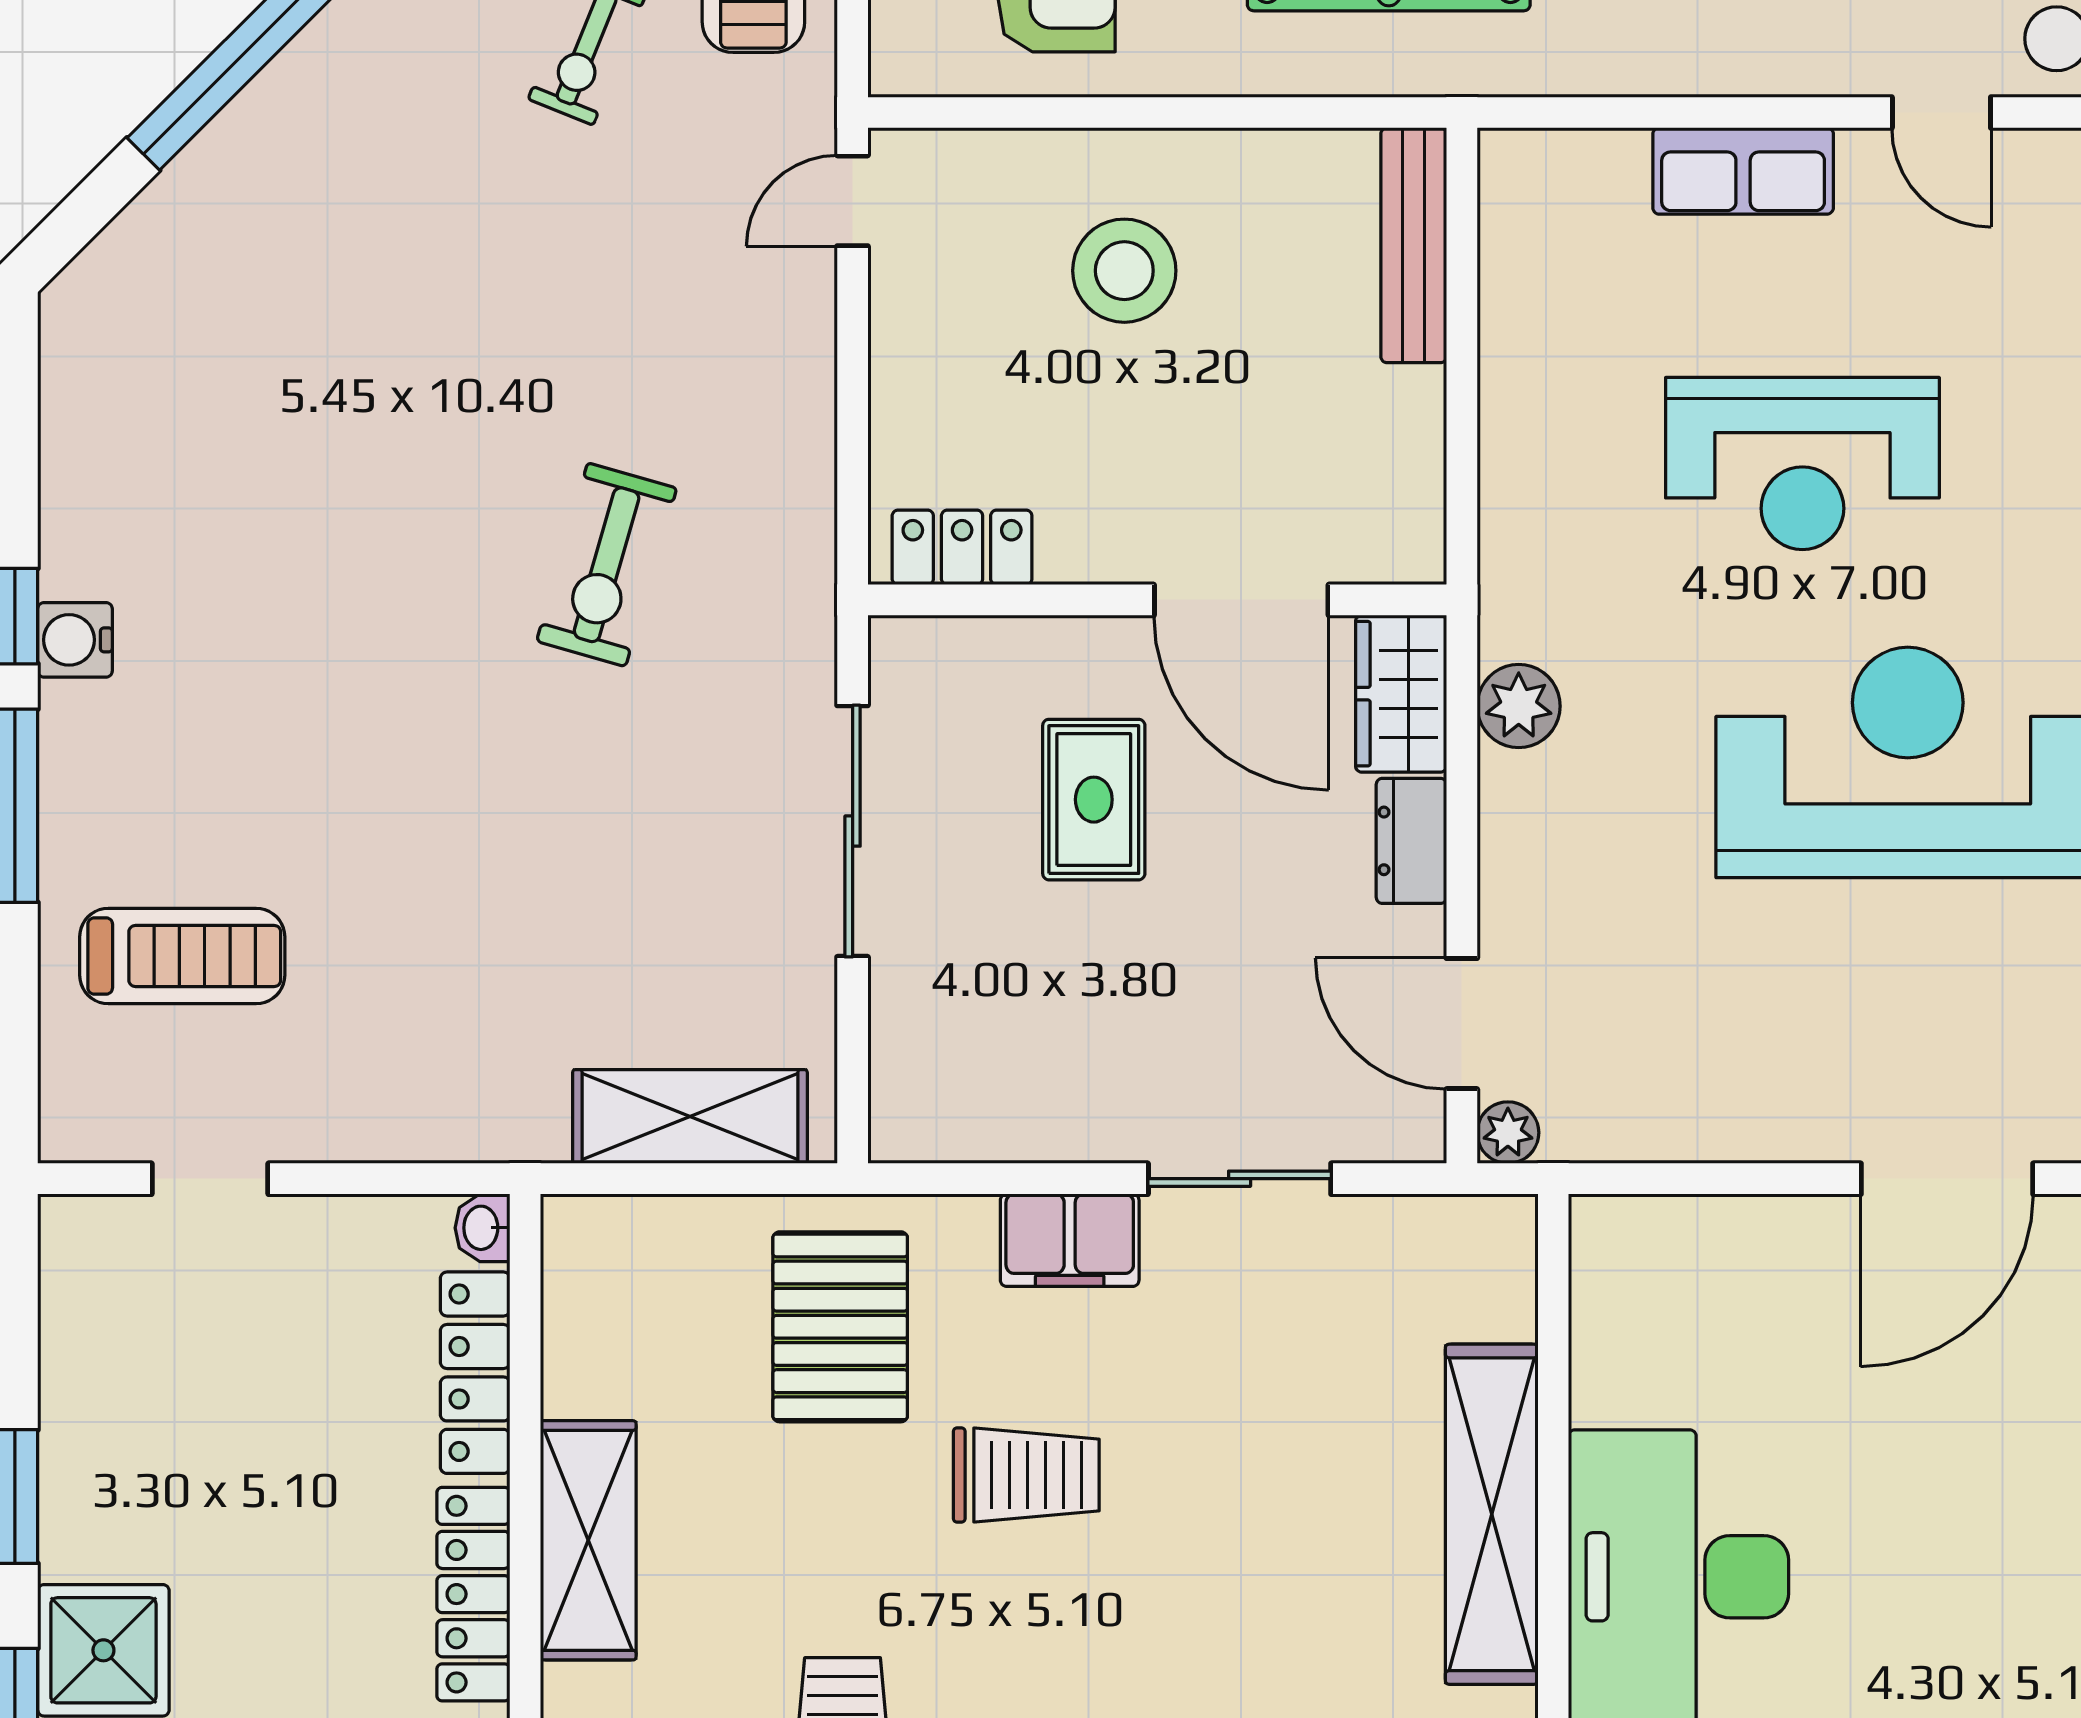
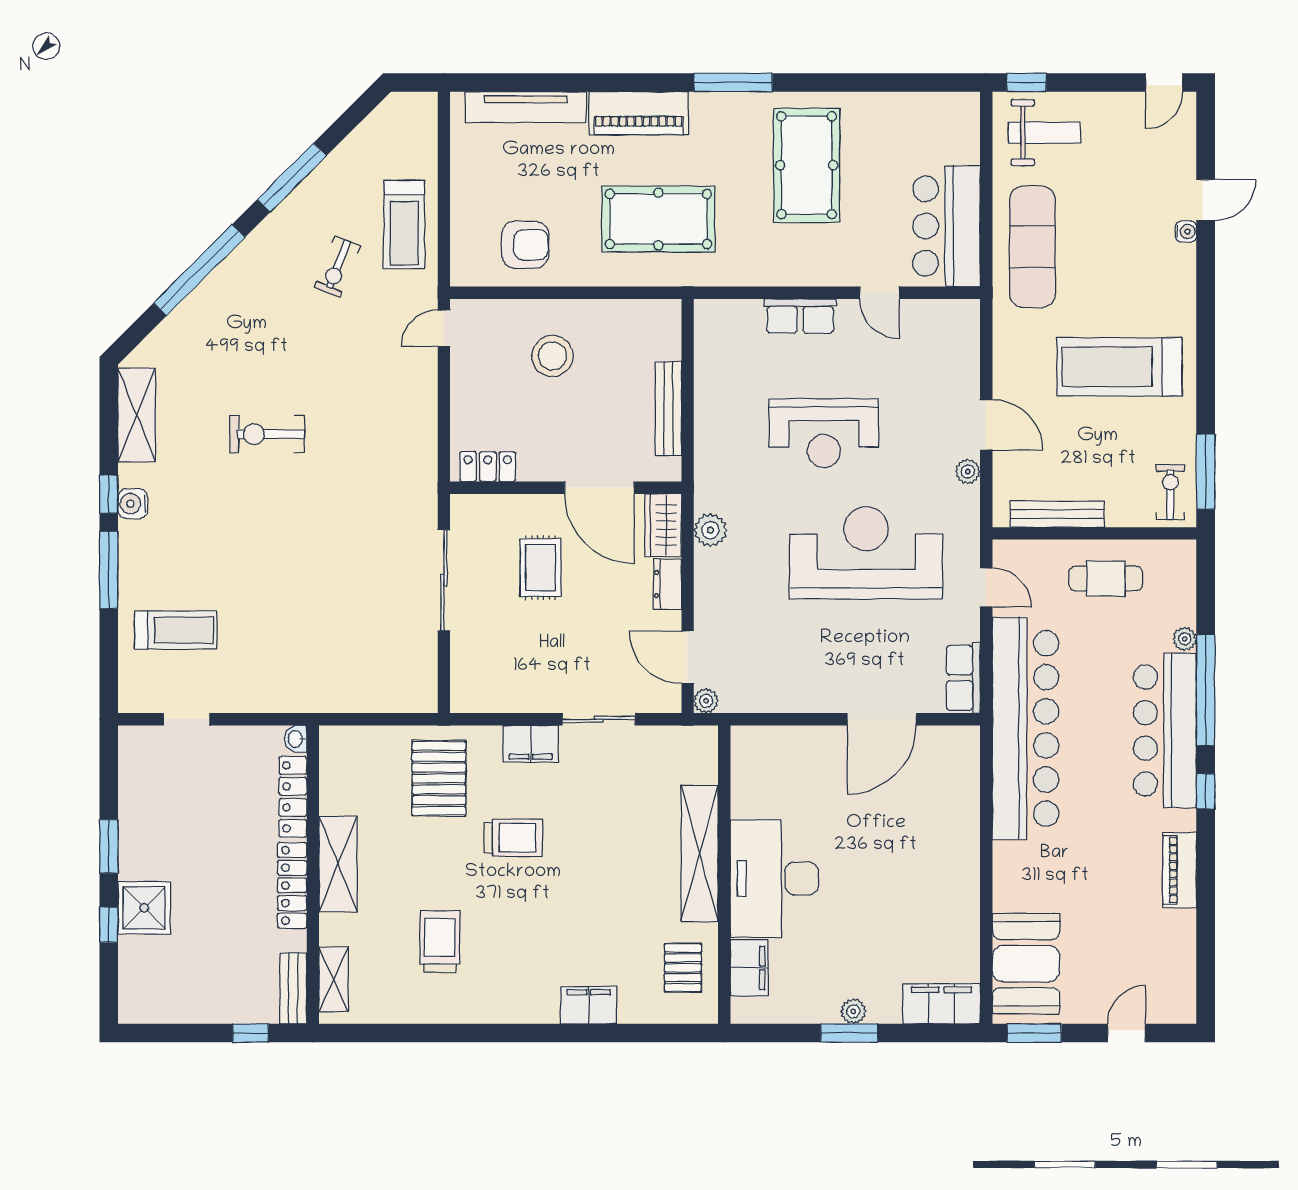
bench: (1414, 245) -> (668, 409), moved
exercise bike: (607, 565) -> (267, 434), moved, turned 74
shelving: (690, 1117) -> (137, 415), moved, turned 90

